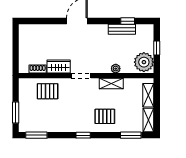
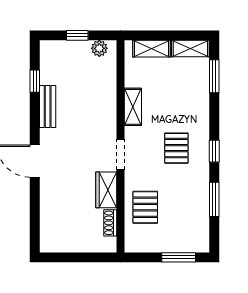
bench: (122, 29) -> (48, 106), moved
plant: (144, 62) -> (99, 48), width x0.53, depth x0.53
plant: (116, 69) -> (109, 100), removed
pallet: (105, 116) -> (176, 148), moved
window: (36, 135) -> (214, 199), moved

